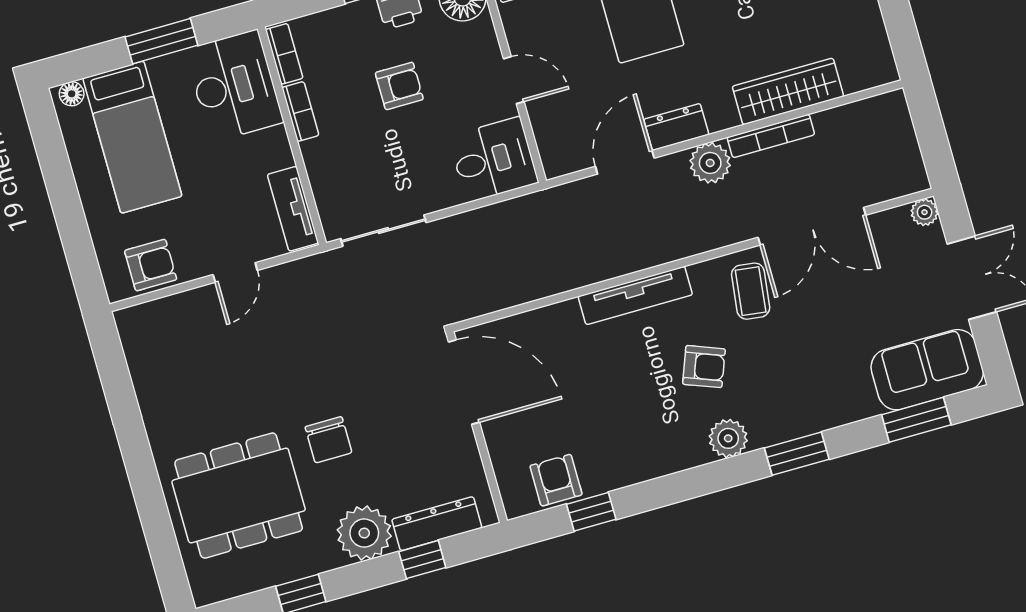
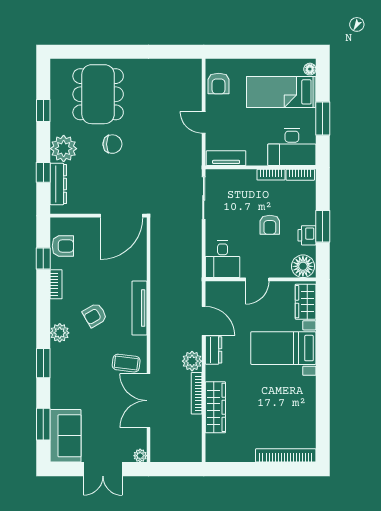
armchair: (704, 367) -> (95, 315), moved, turned 39
chair: (328, 440) -> (112, 144), turned 180
bookcase: (635, 472) -> (56, 284), added

